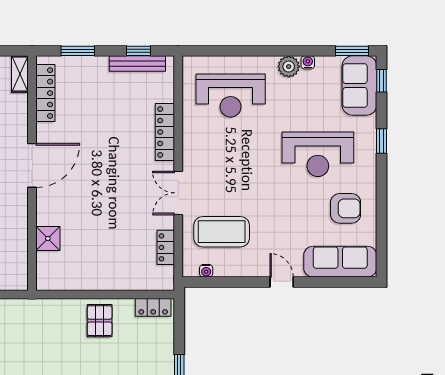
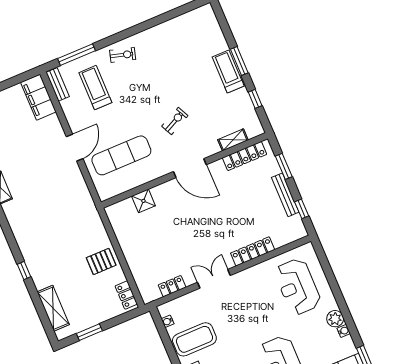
bench: (137, 64) -> (285, 195), moved
shelving: (20, 74) -> (233, 140), moved
coffee table: (222, 232) -> (194, 339), moved, turned 90

